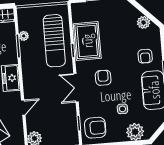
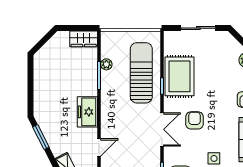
sun lounger: (54, 41) -> (141, 73), turned 180
double door: (76, 88) -> (162, 129), swing flipped

